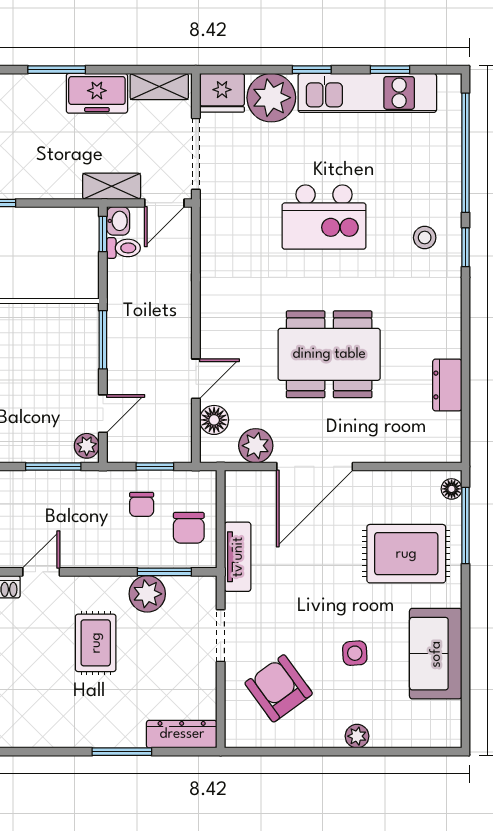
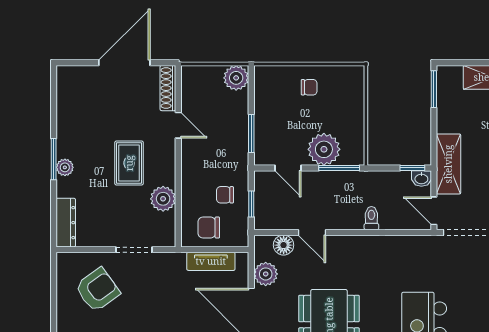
shelving: (112, 186) -> (448, 164), width x1.50, depth x1.33
toilet: (123, 248) -> (371, 218), moved, turned 180
plant: (87, 446) -> (324, 149), moved, width x1.87, depth x1.87
tv unit: (238, 557) -> (211, 261), moved
window: (164, 572) -> (178, 211), removed
rug: (96, 643) -> (129, 163), turned 90
plant: (102, 736) -> (65, 167), added
window: (122, 752) -> (54, 159), moved

